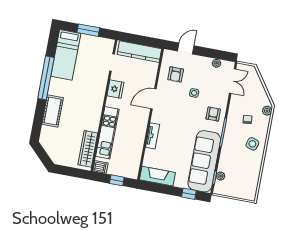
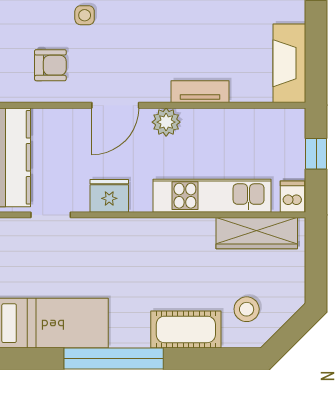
door: (153, 99) -> (115, 105), hinge flipped
plant: (142, 119) -> (166, 122), added
stool: (56, 138) -> (247, 309), added

